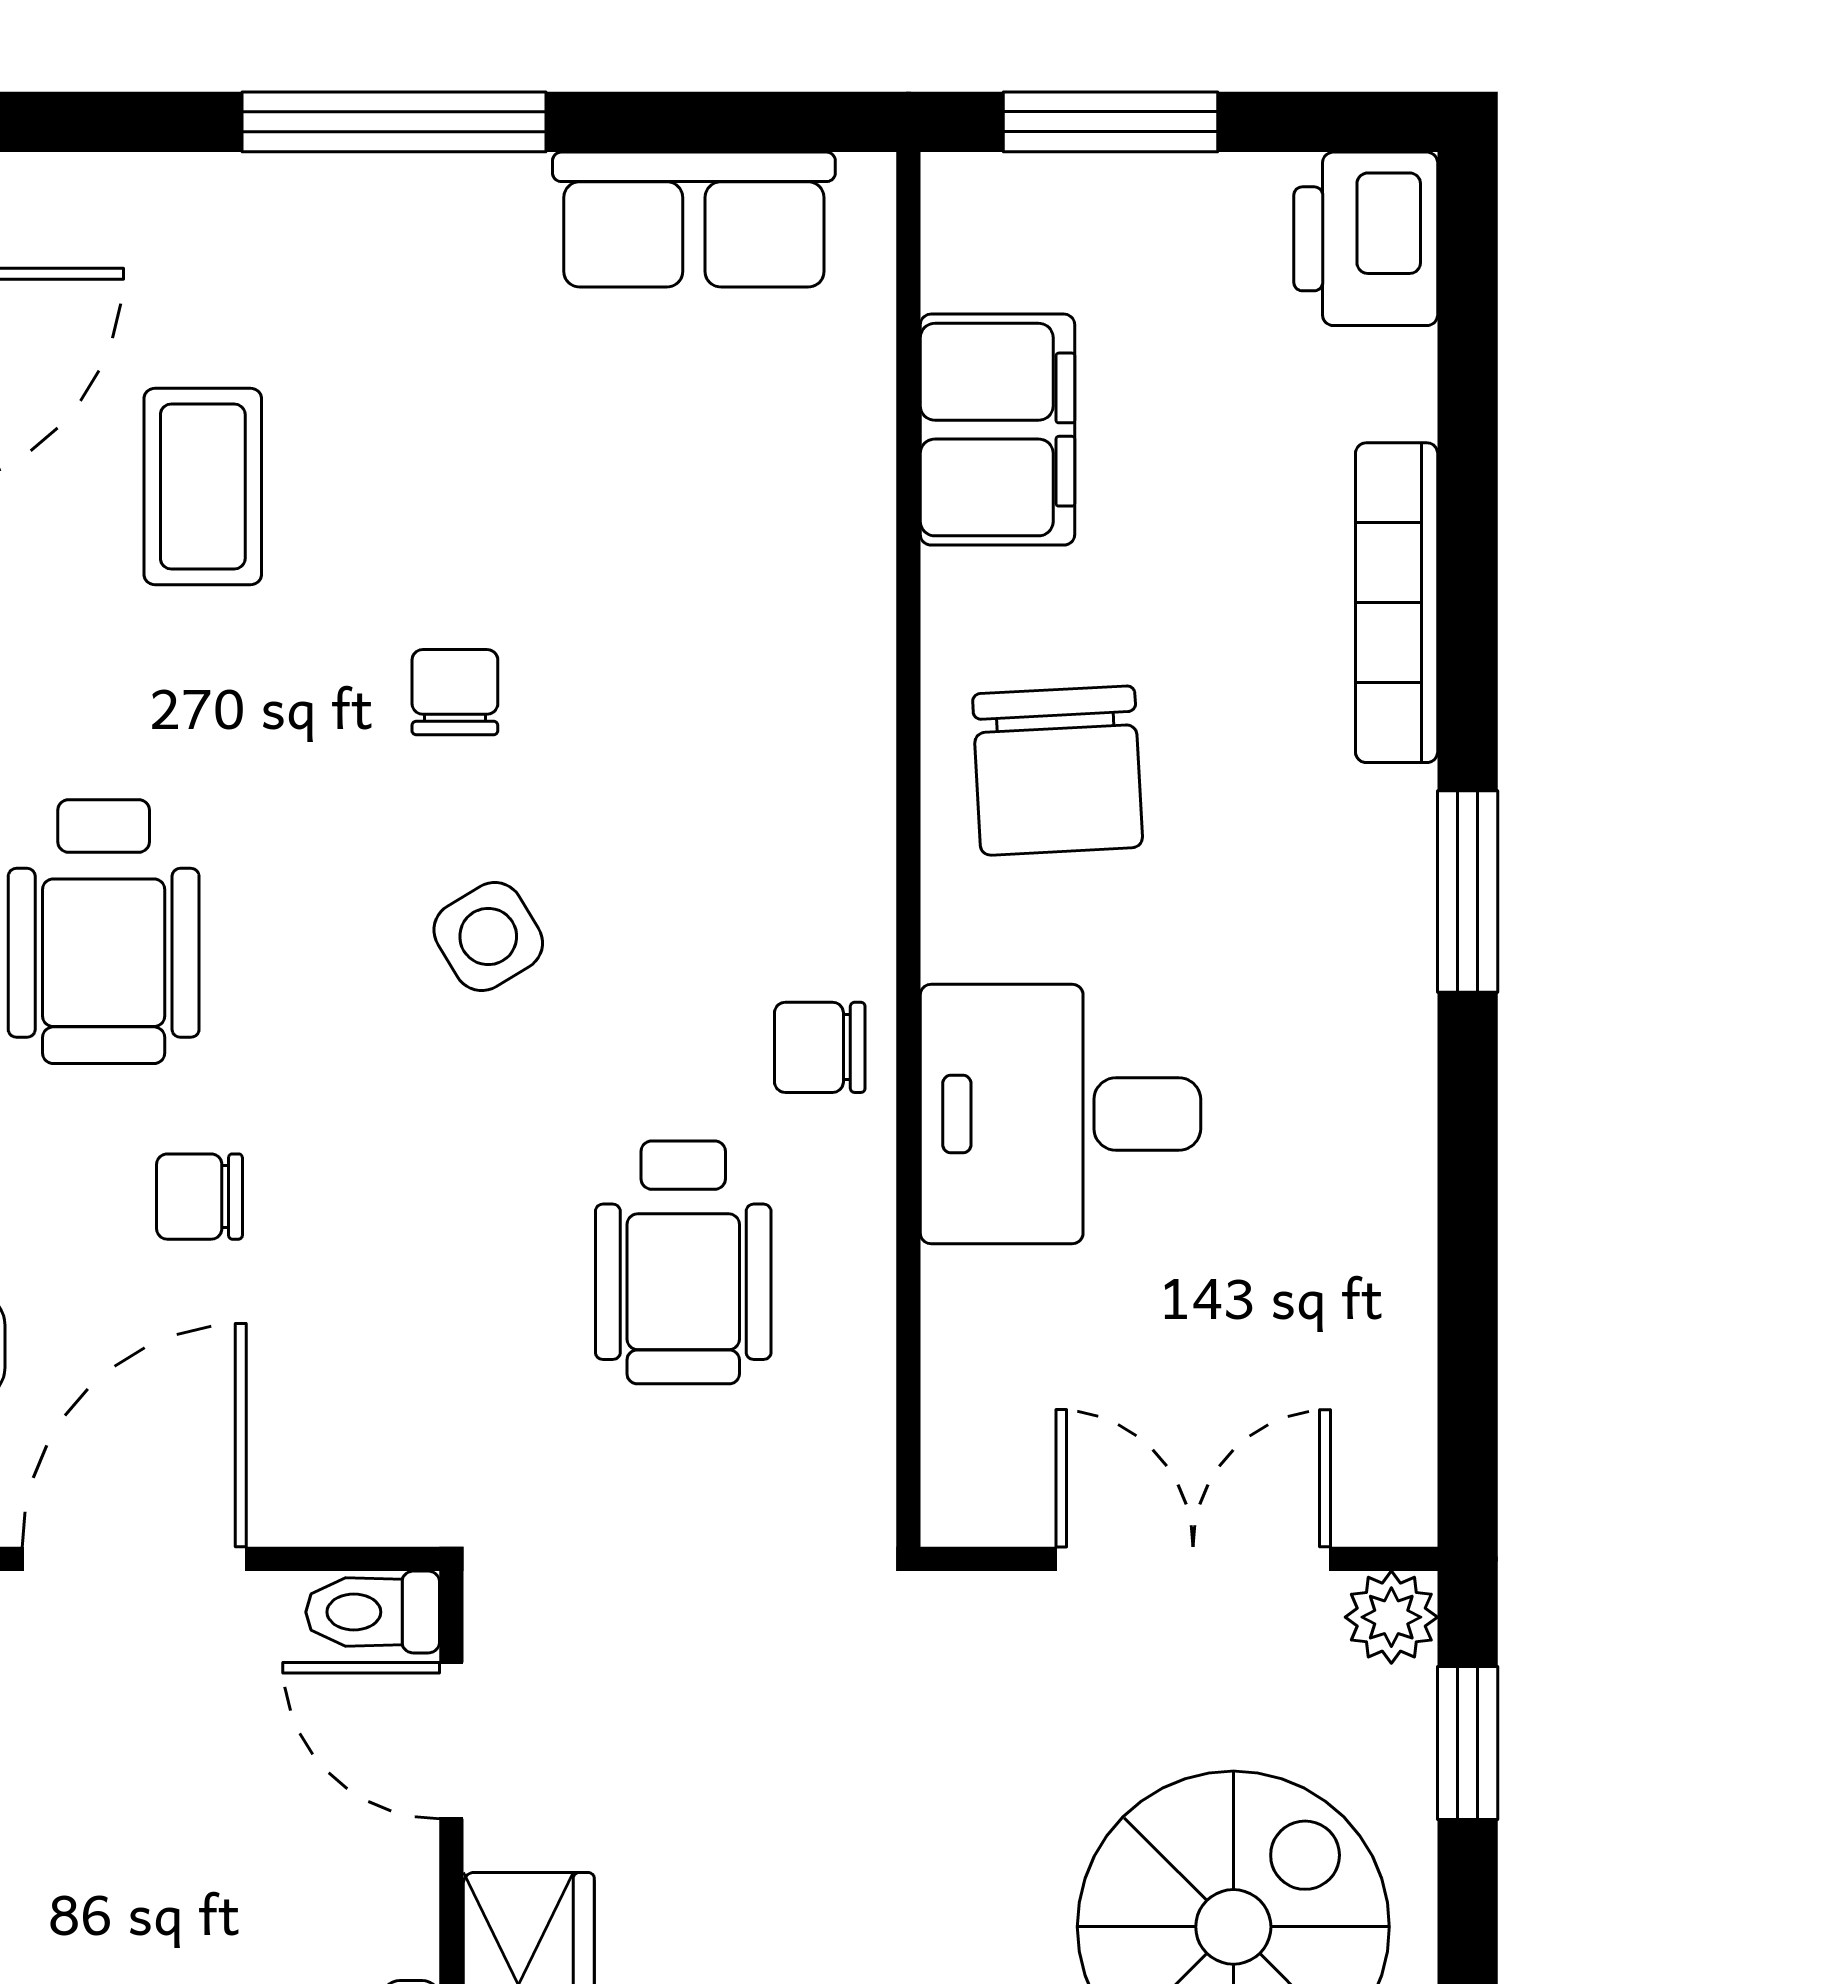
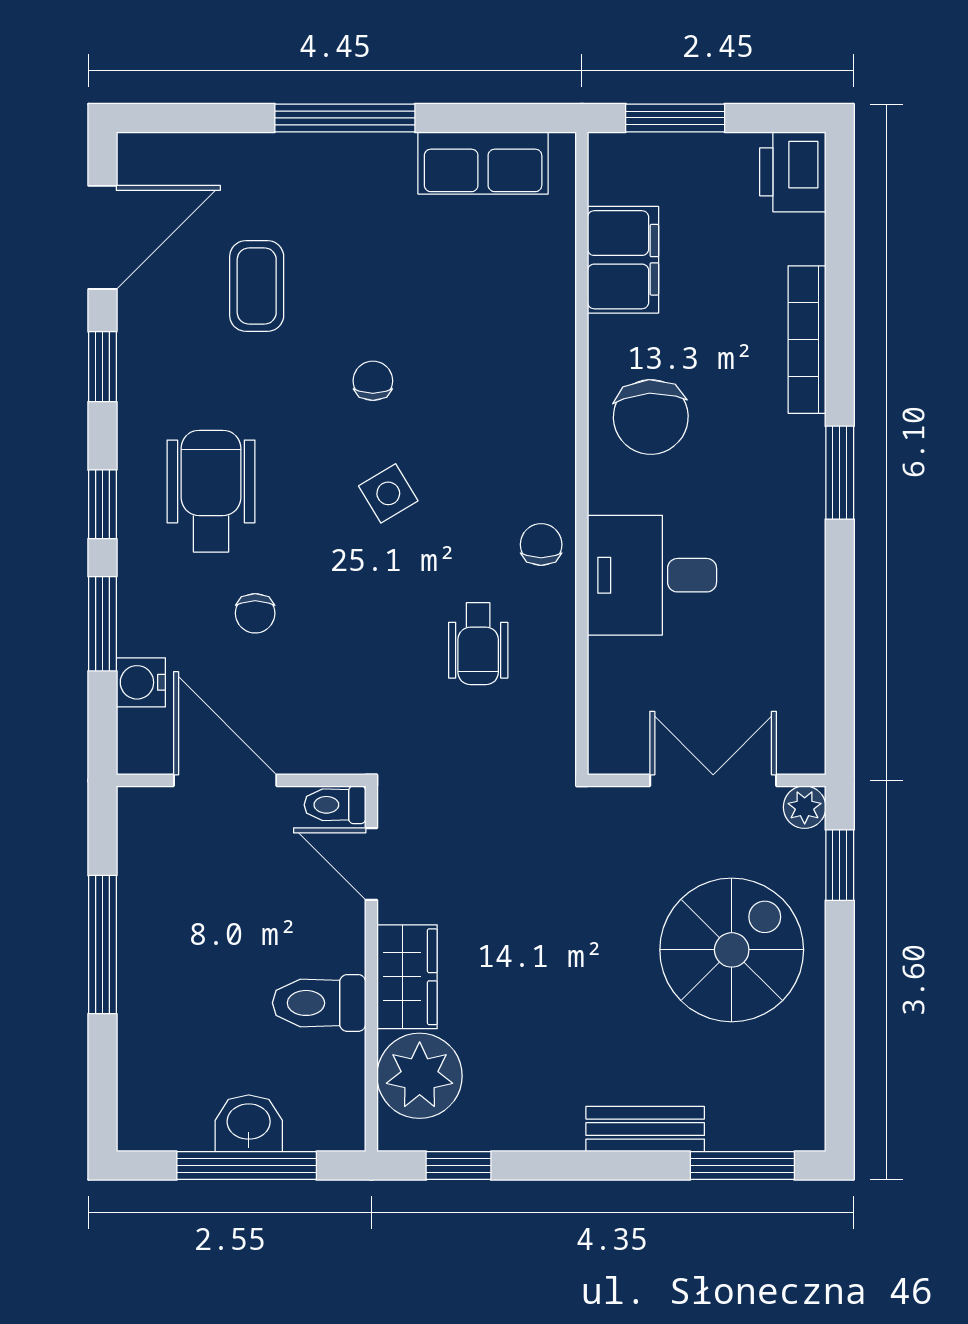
wheelchair: (104, 932) -> (211, 491), turned 180
chair: (820, 1047) -> (541, 545), turned 90
chair: (199, 1197) -> (255, 613), turned -90
wheelchair: (683, 1262) -> (478, 644), width x0.73, depth x0.73
door: (134, 1559) -> (225, 780), hinge flipped

